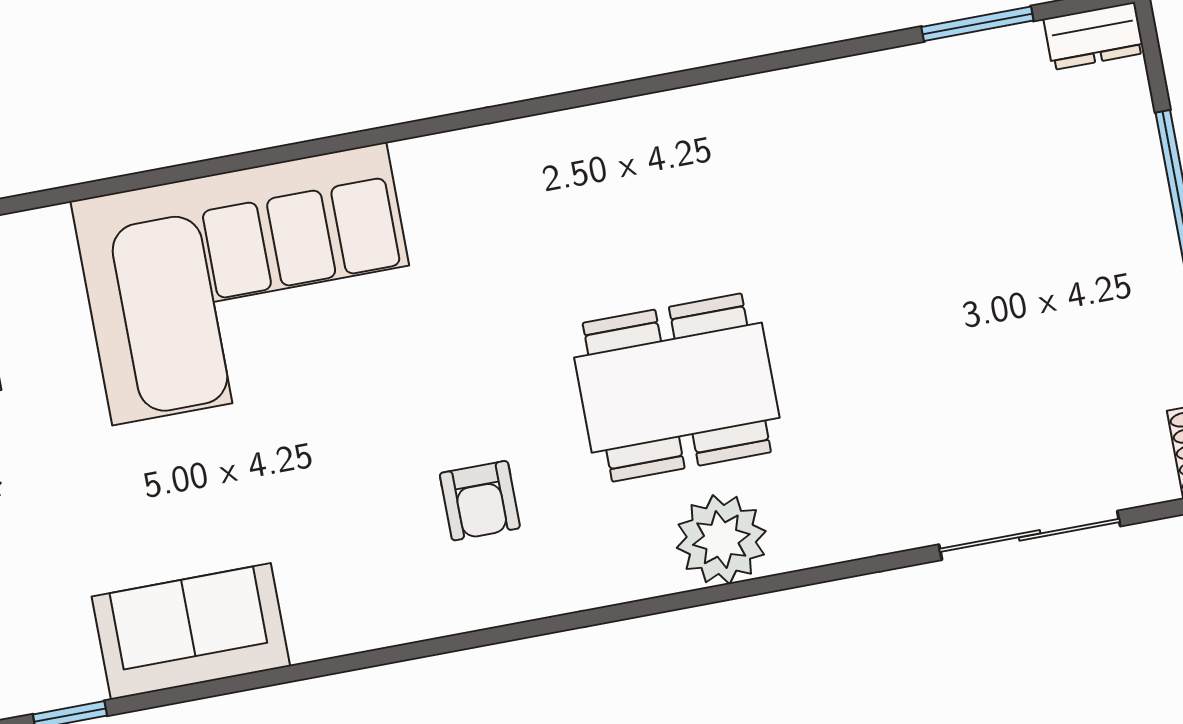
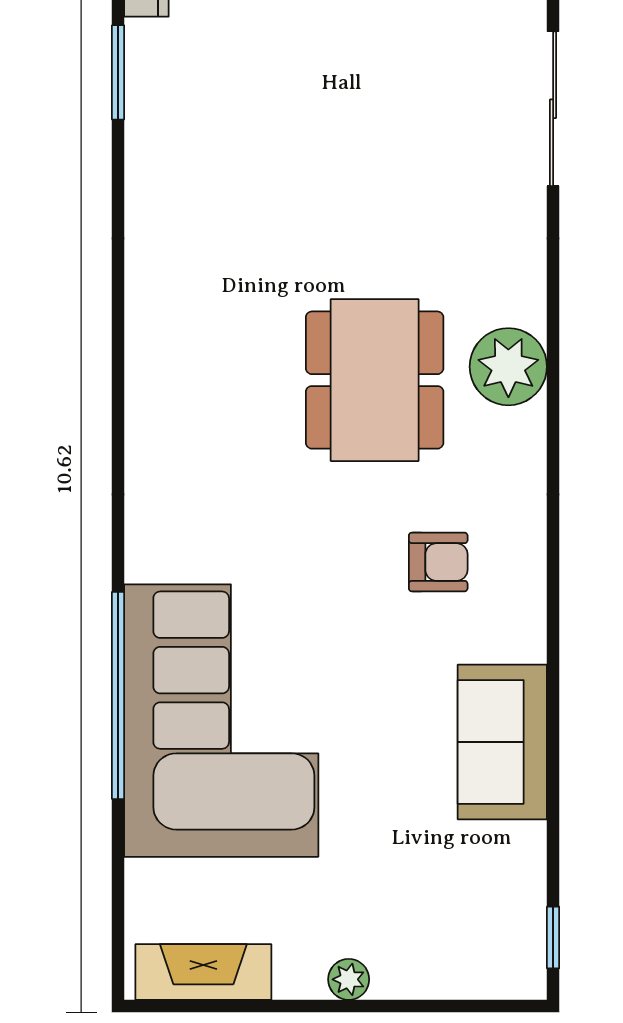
window: (256, 159) -> (118, 695), added
sofa: (191, 631) -> (502, 742), moved

